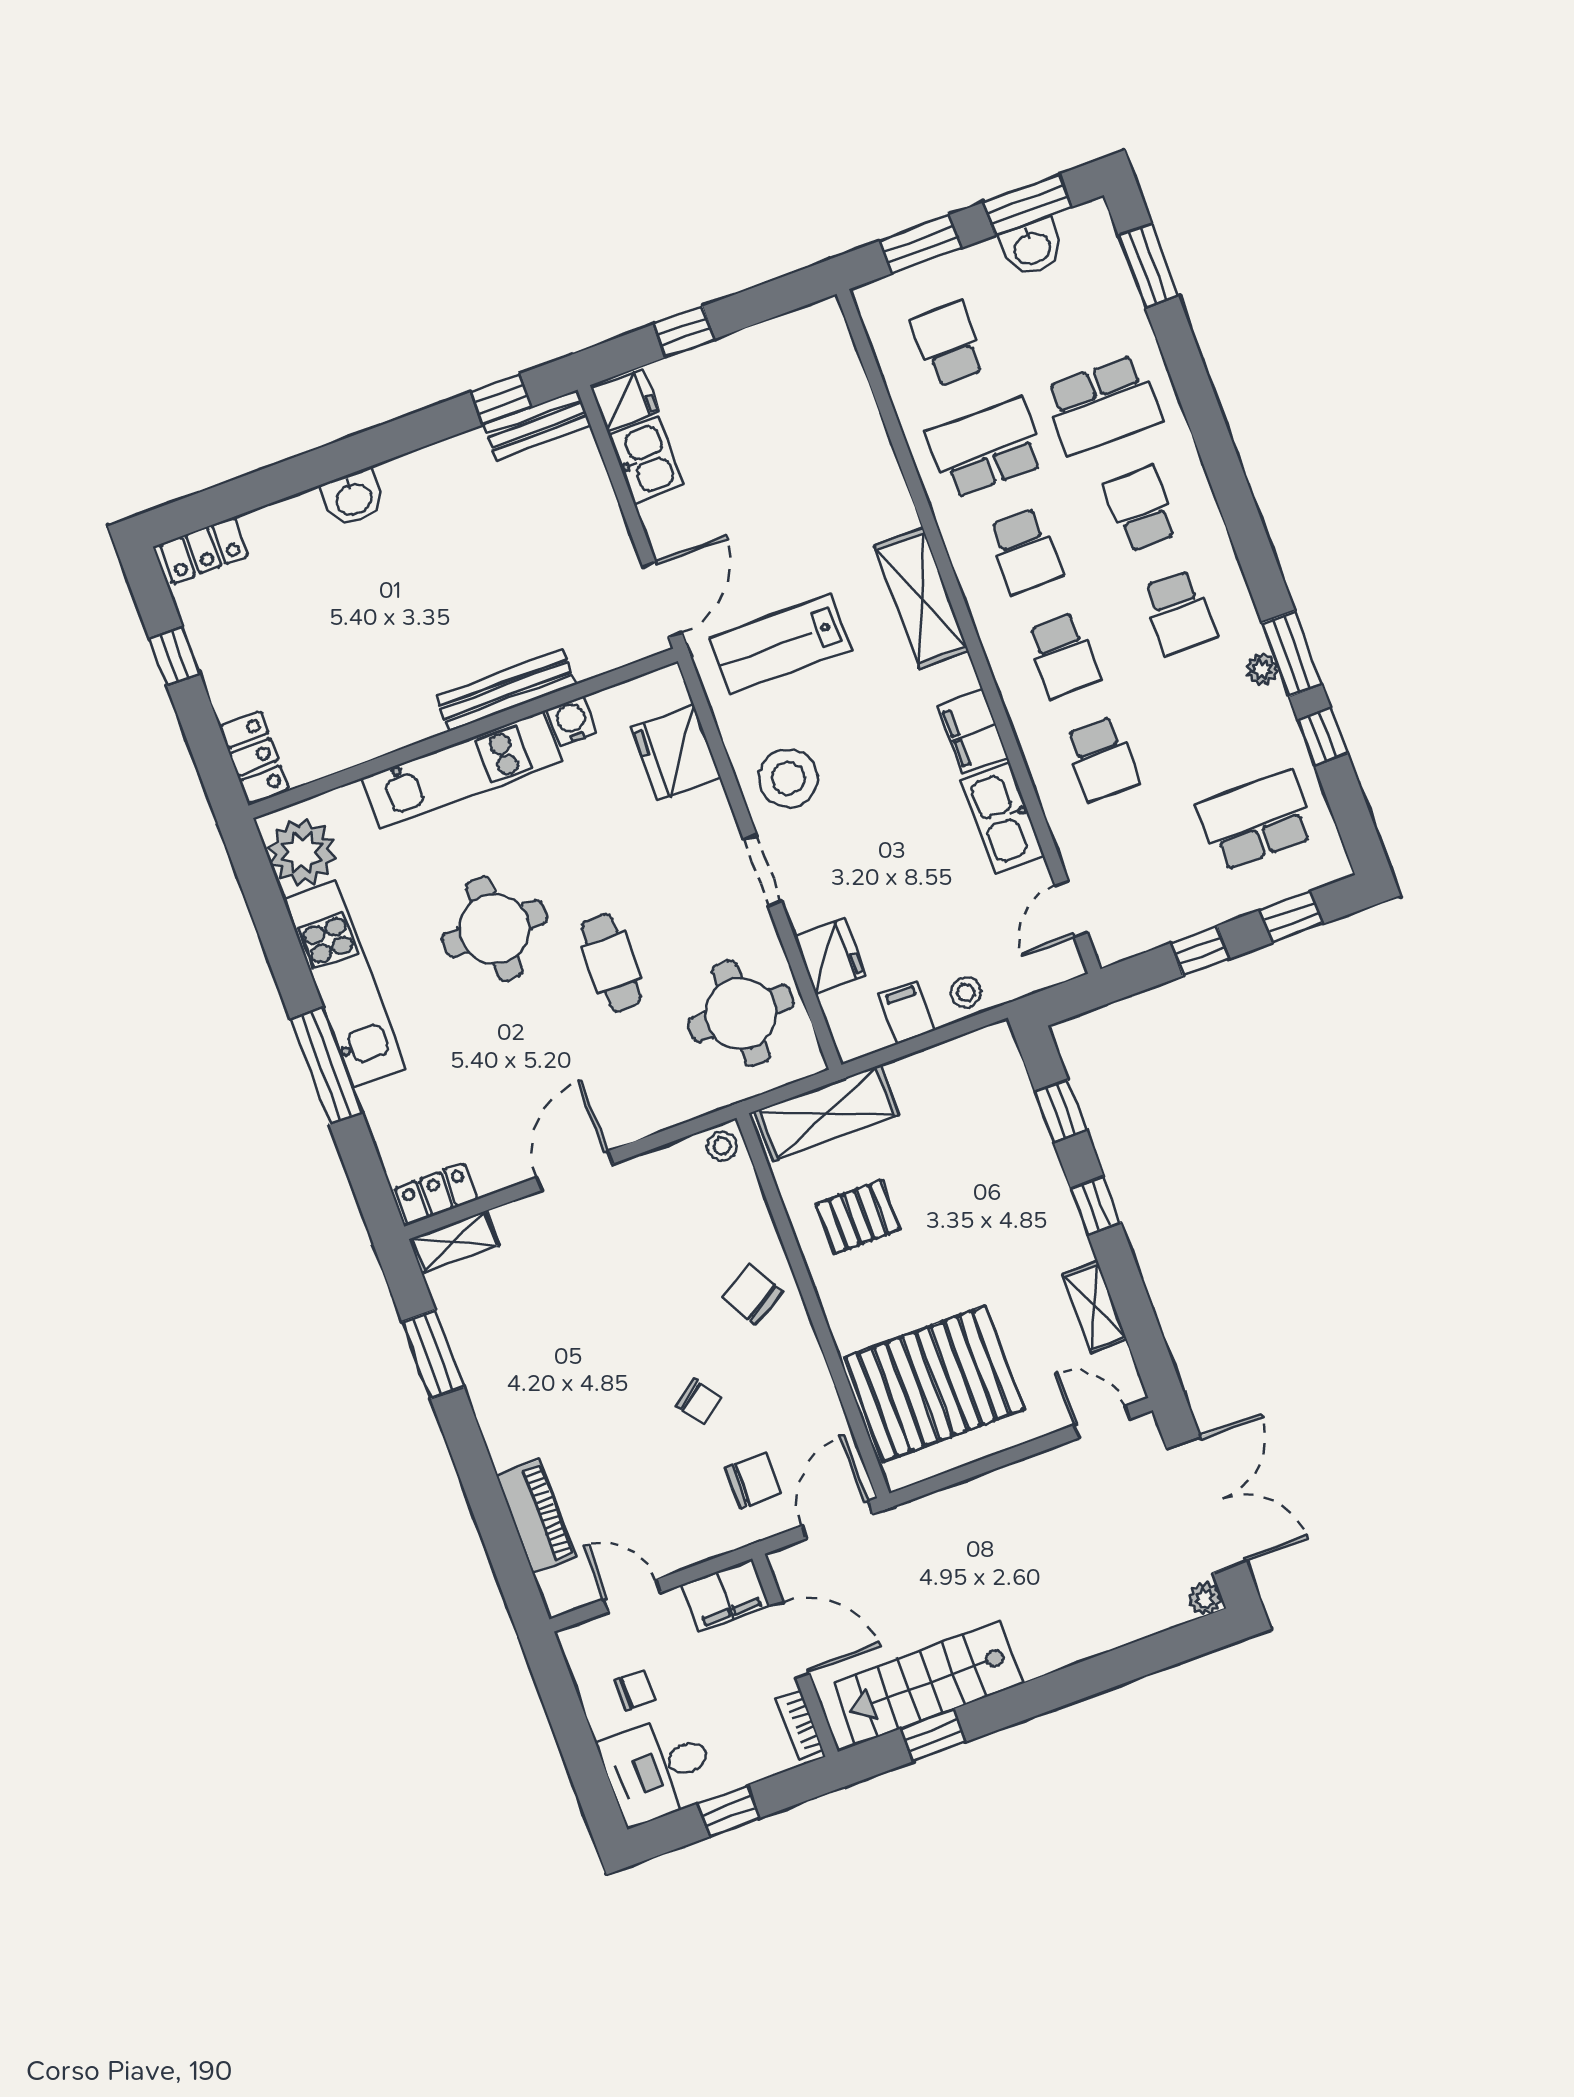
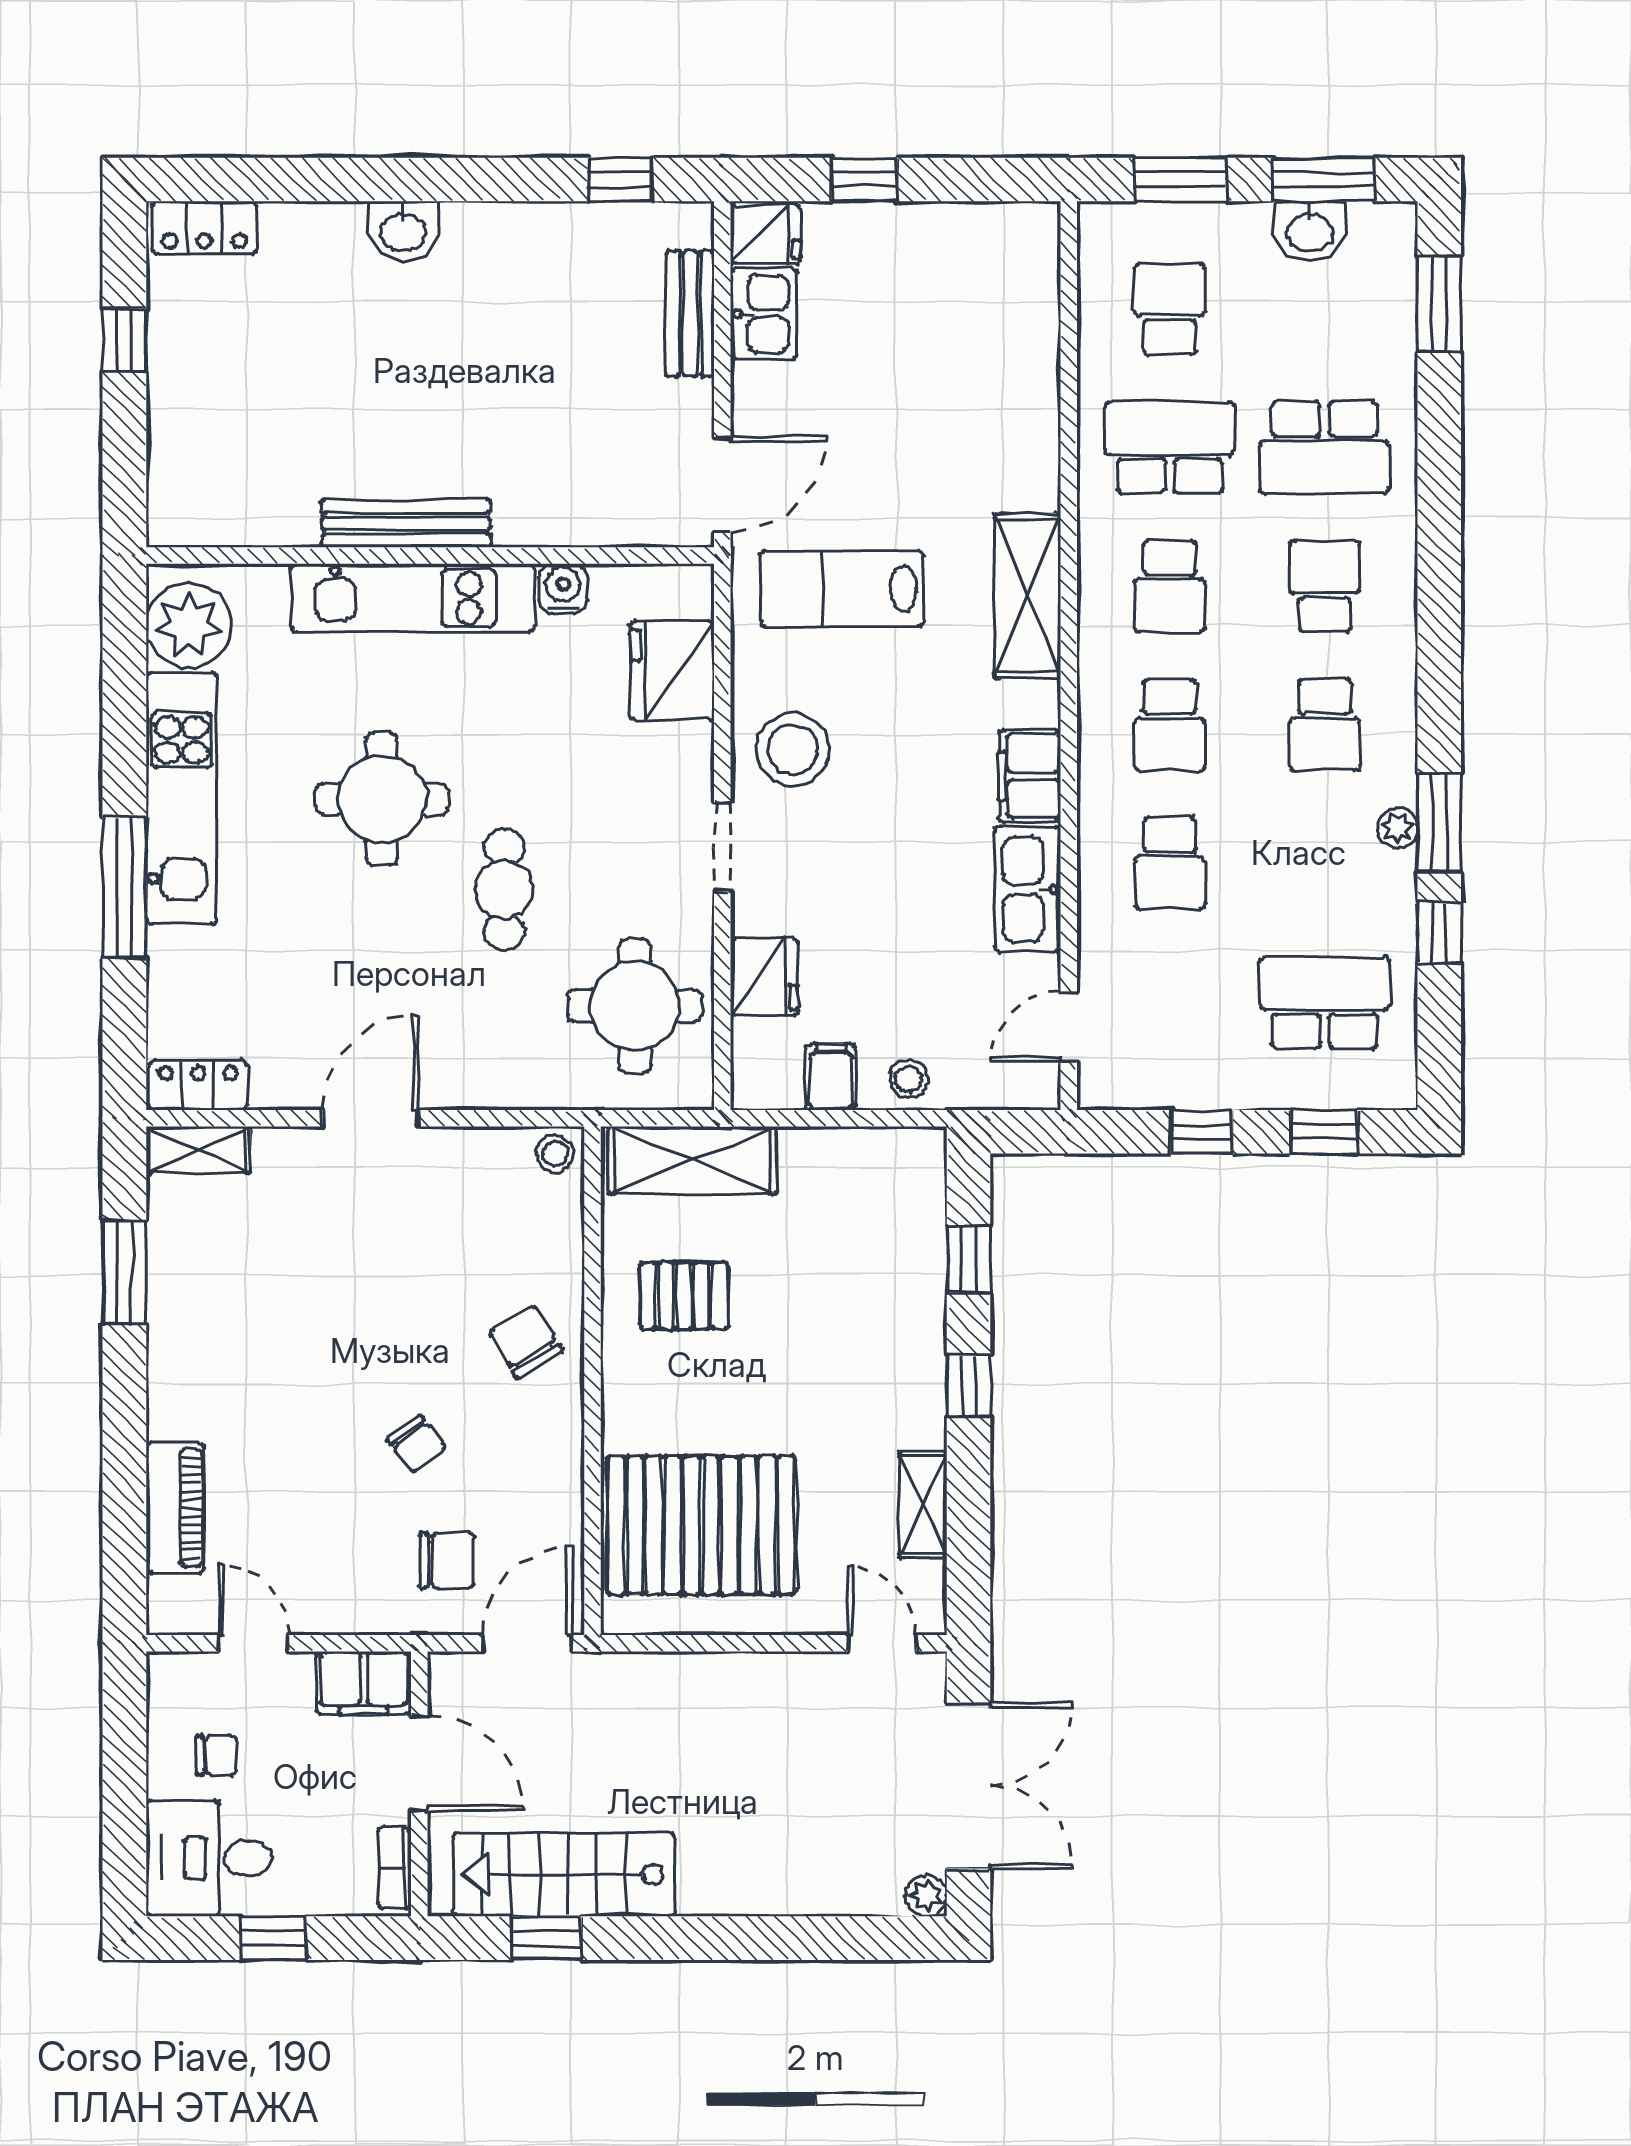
bench: (537, 425) -> (690, 314), moved, turned 90
bench: (506, 690) -> (406, 524), moved
locker: (254, 757) -> (174, 493), removed

